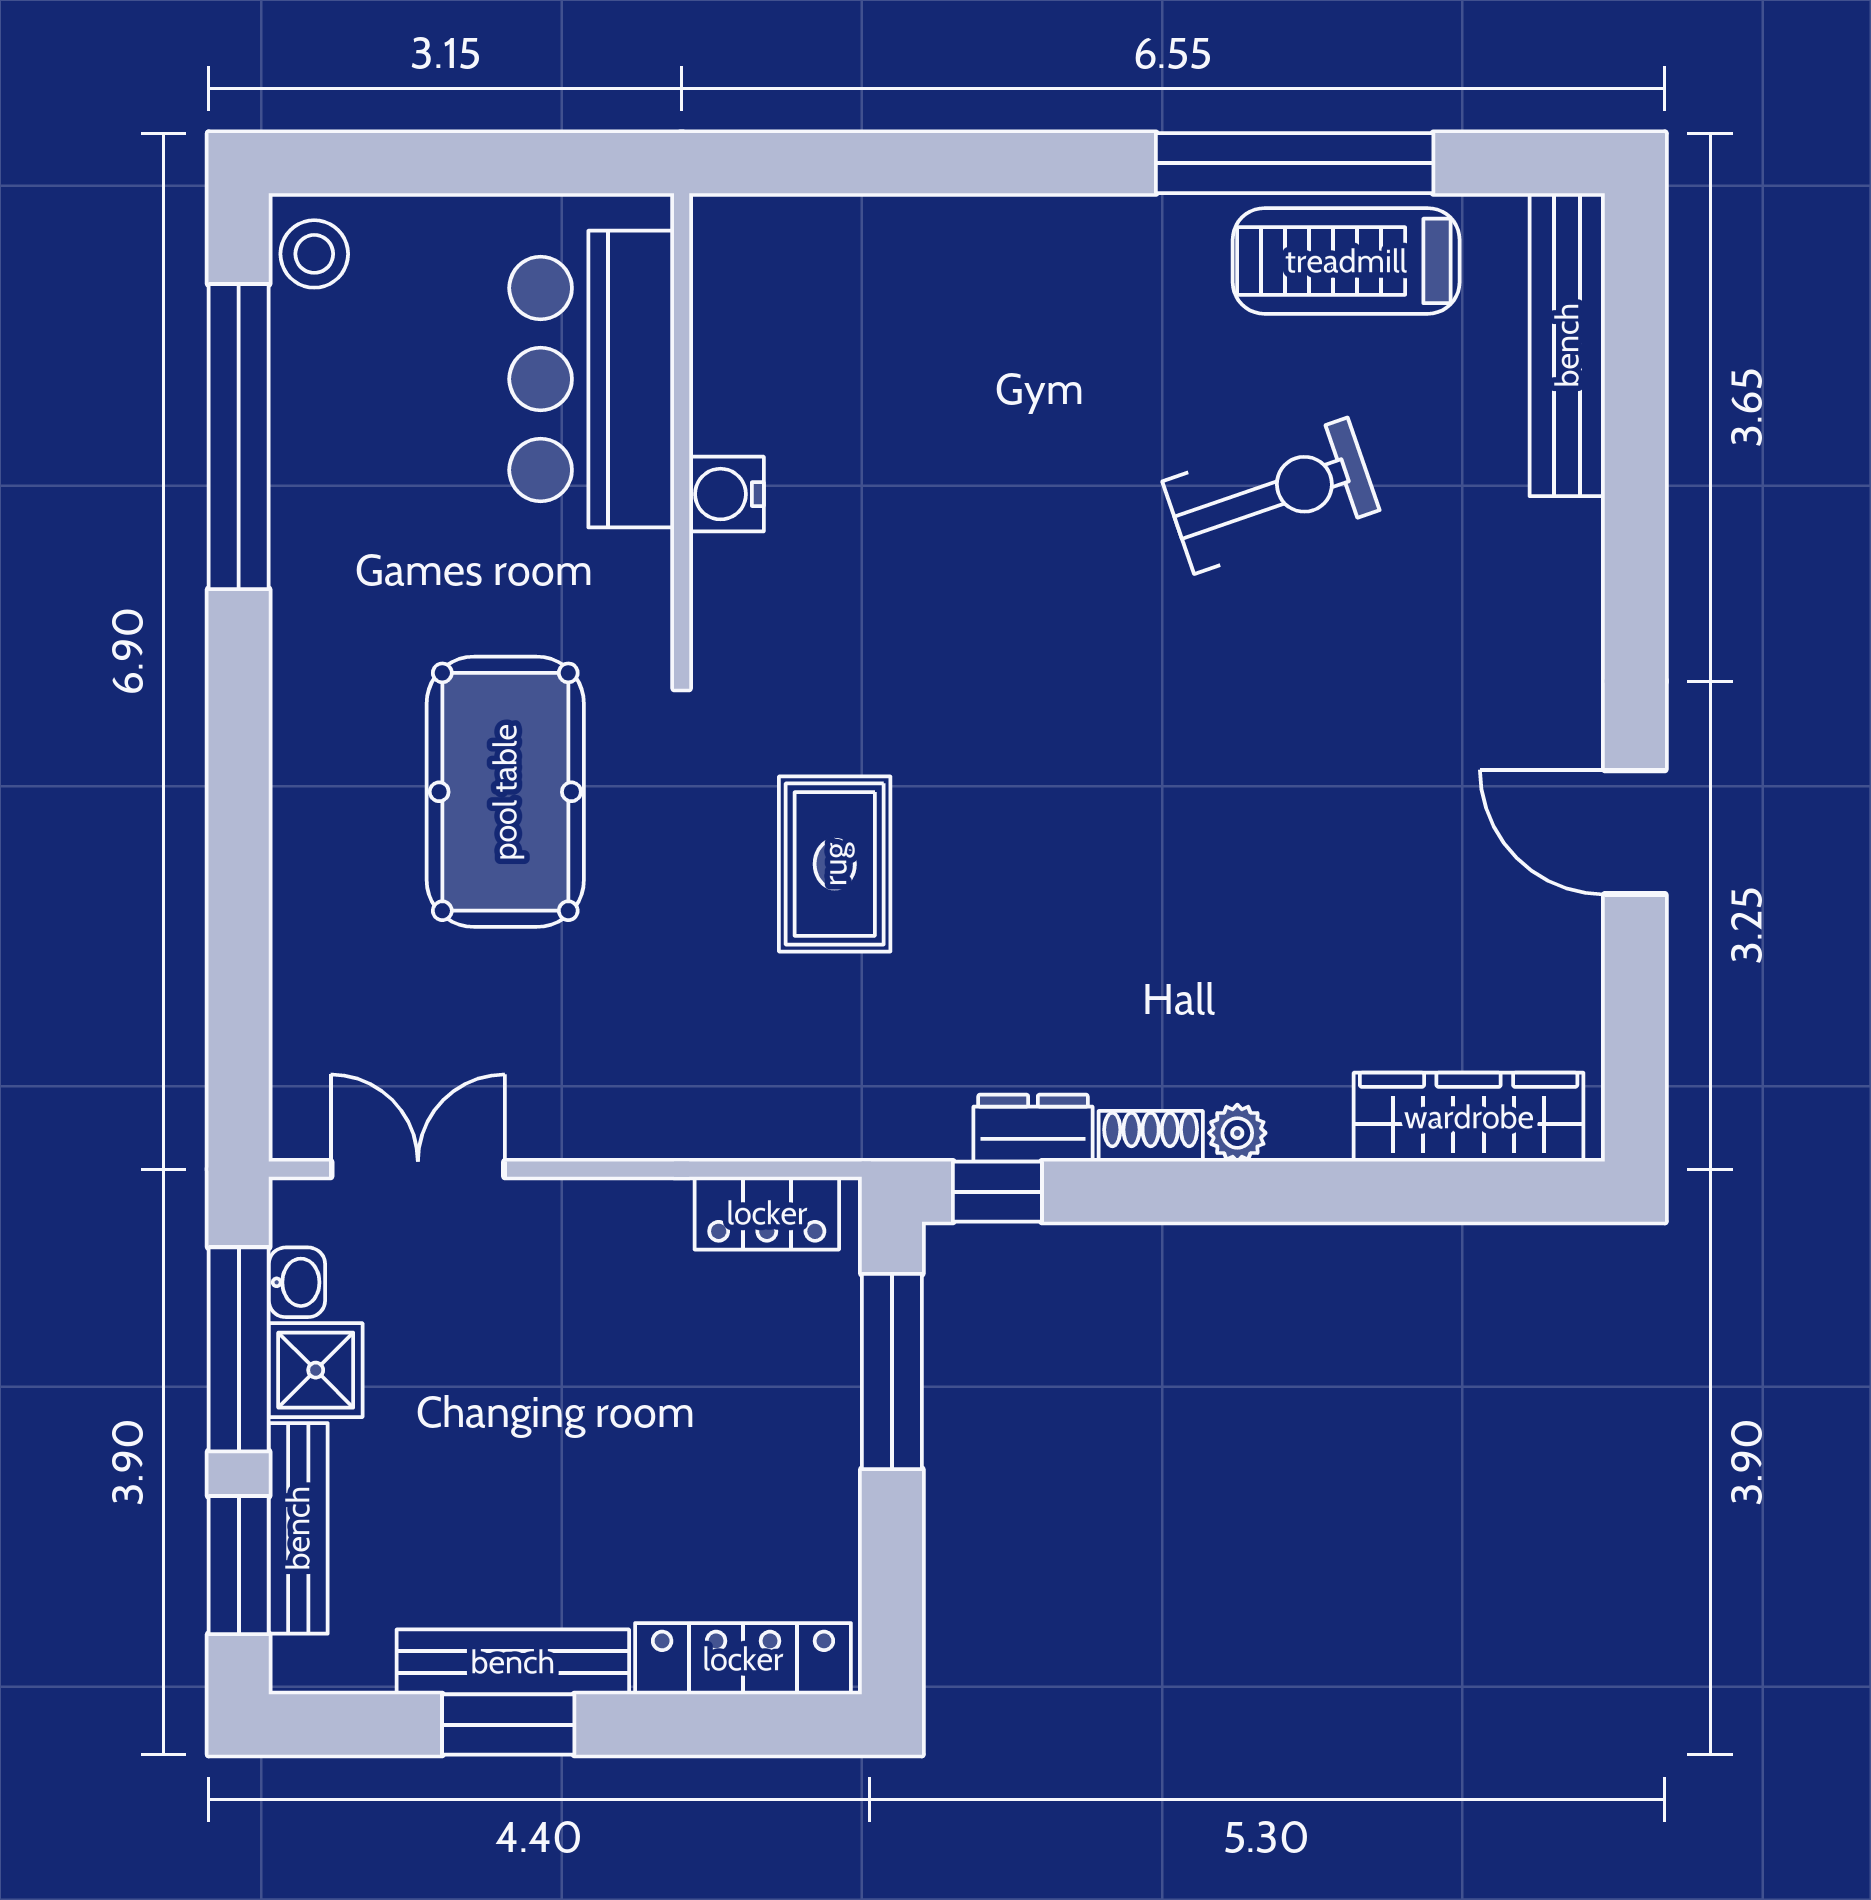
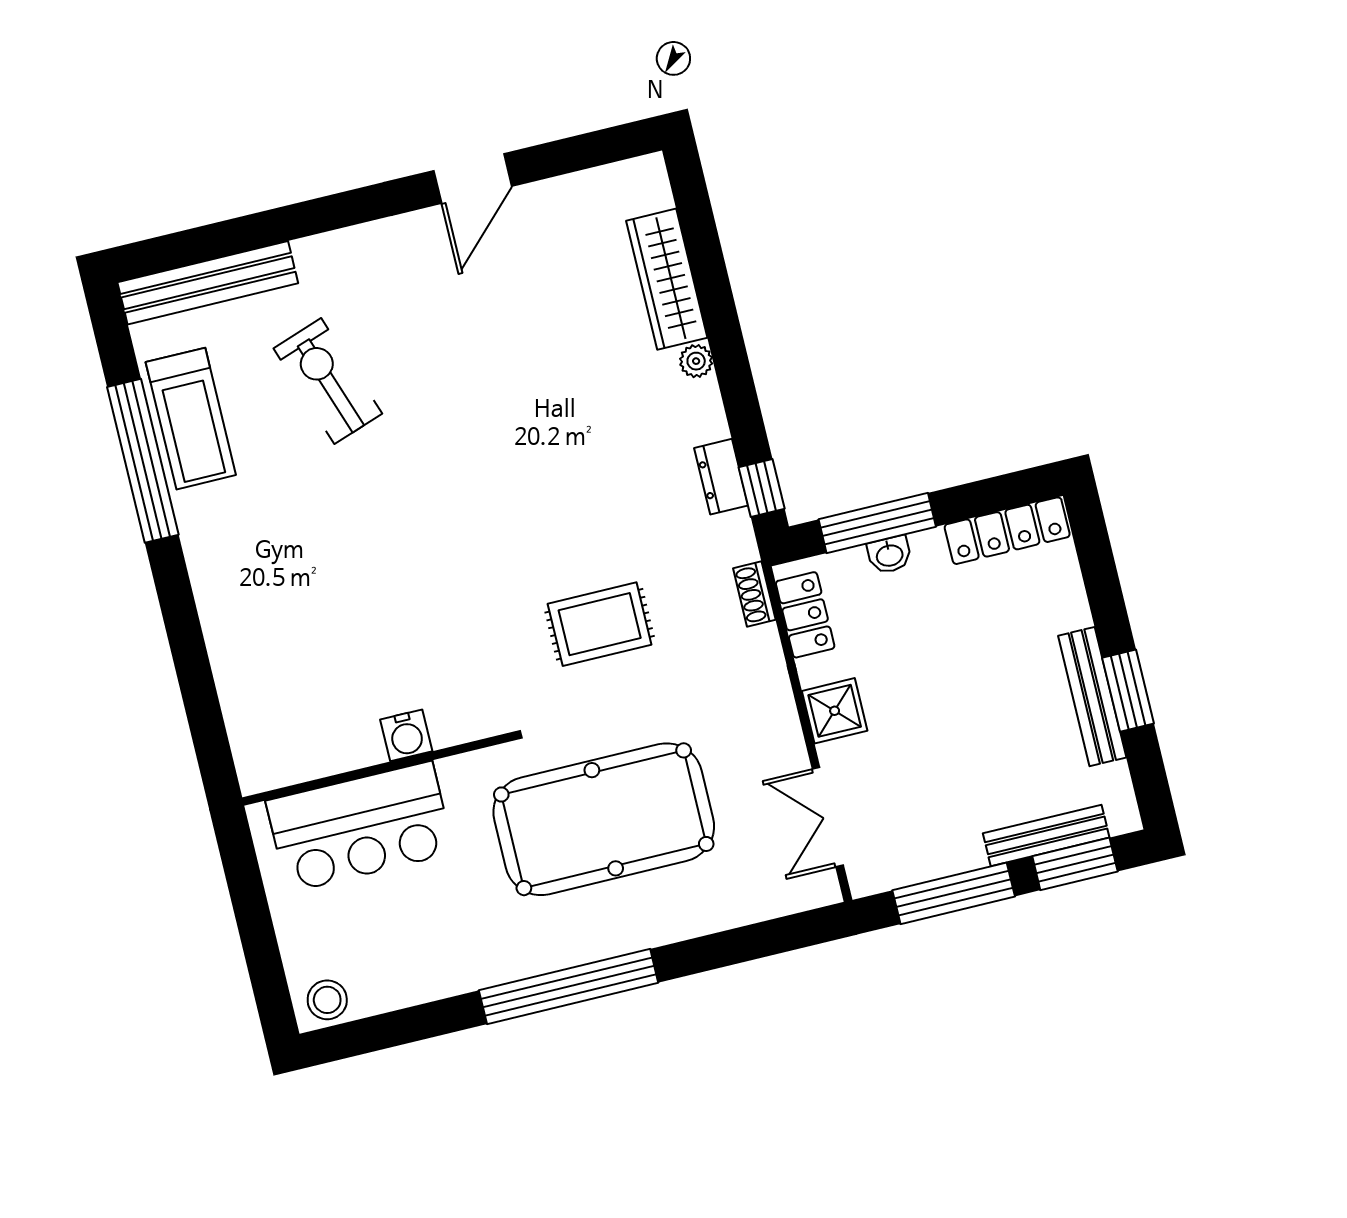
window: (239, 437) -> (569, 986), moved
exercise bike: (1271, 496) -> (328, 381), moved
pool table: (505, 792) -> (604, 819), width x1.36, depth x1.32
wardrobe: (1469, 1117) -> (667, 279), moved
shoe rack: (1151, 1136) -> (754, 594), moved
washbasin: (297, 1282) -> (889, 555), moved, turned 180
shower: (316, 1370) -> (835, 711), moved
locker: (743, 1659) -> (1007, 531), moved, turned -90

